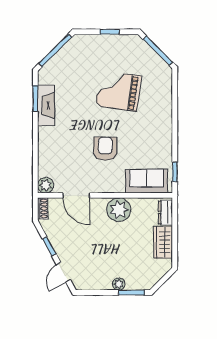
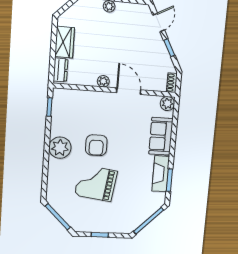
grand piano: (118, 91) -> (96, 183), turned 180
plant: (161, 128) -> (60, 148), added
armchair: (105, 149) -> (96, 145), moved
sofa: (147, 181) -> (161, 136), moved, turned 90
door: (76, 195) -> (129, 91), moved
plant: (119, 210) -> (103, 81), width x0.53, depth x0.53

